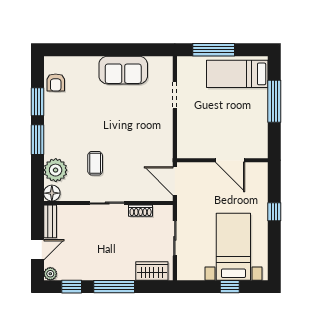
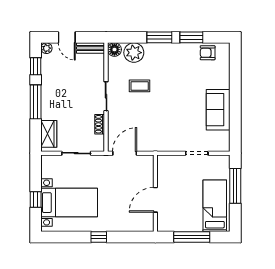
wall: (222, 160) -> (155, 193), moved
door: (230, 160) -> (155, 200), moved

